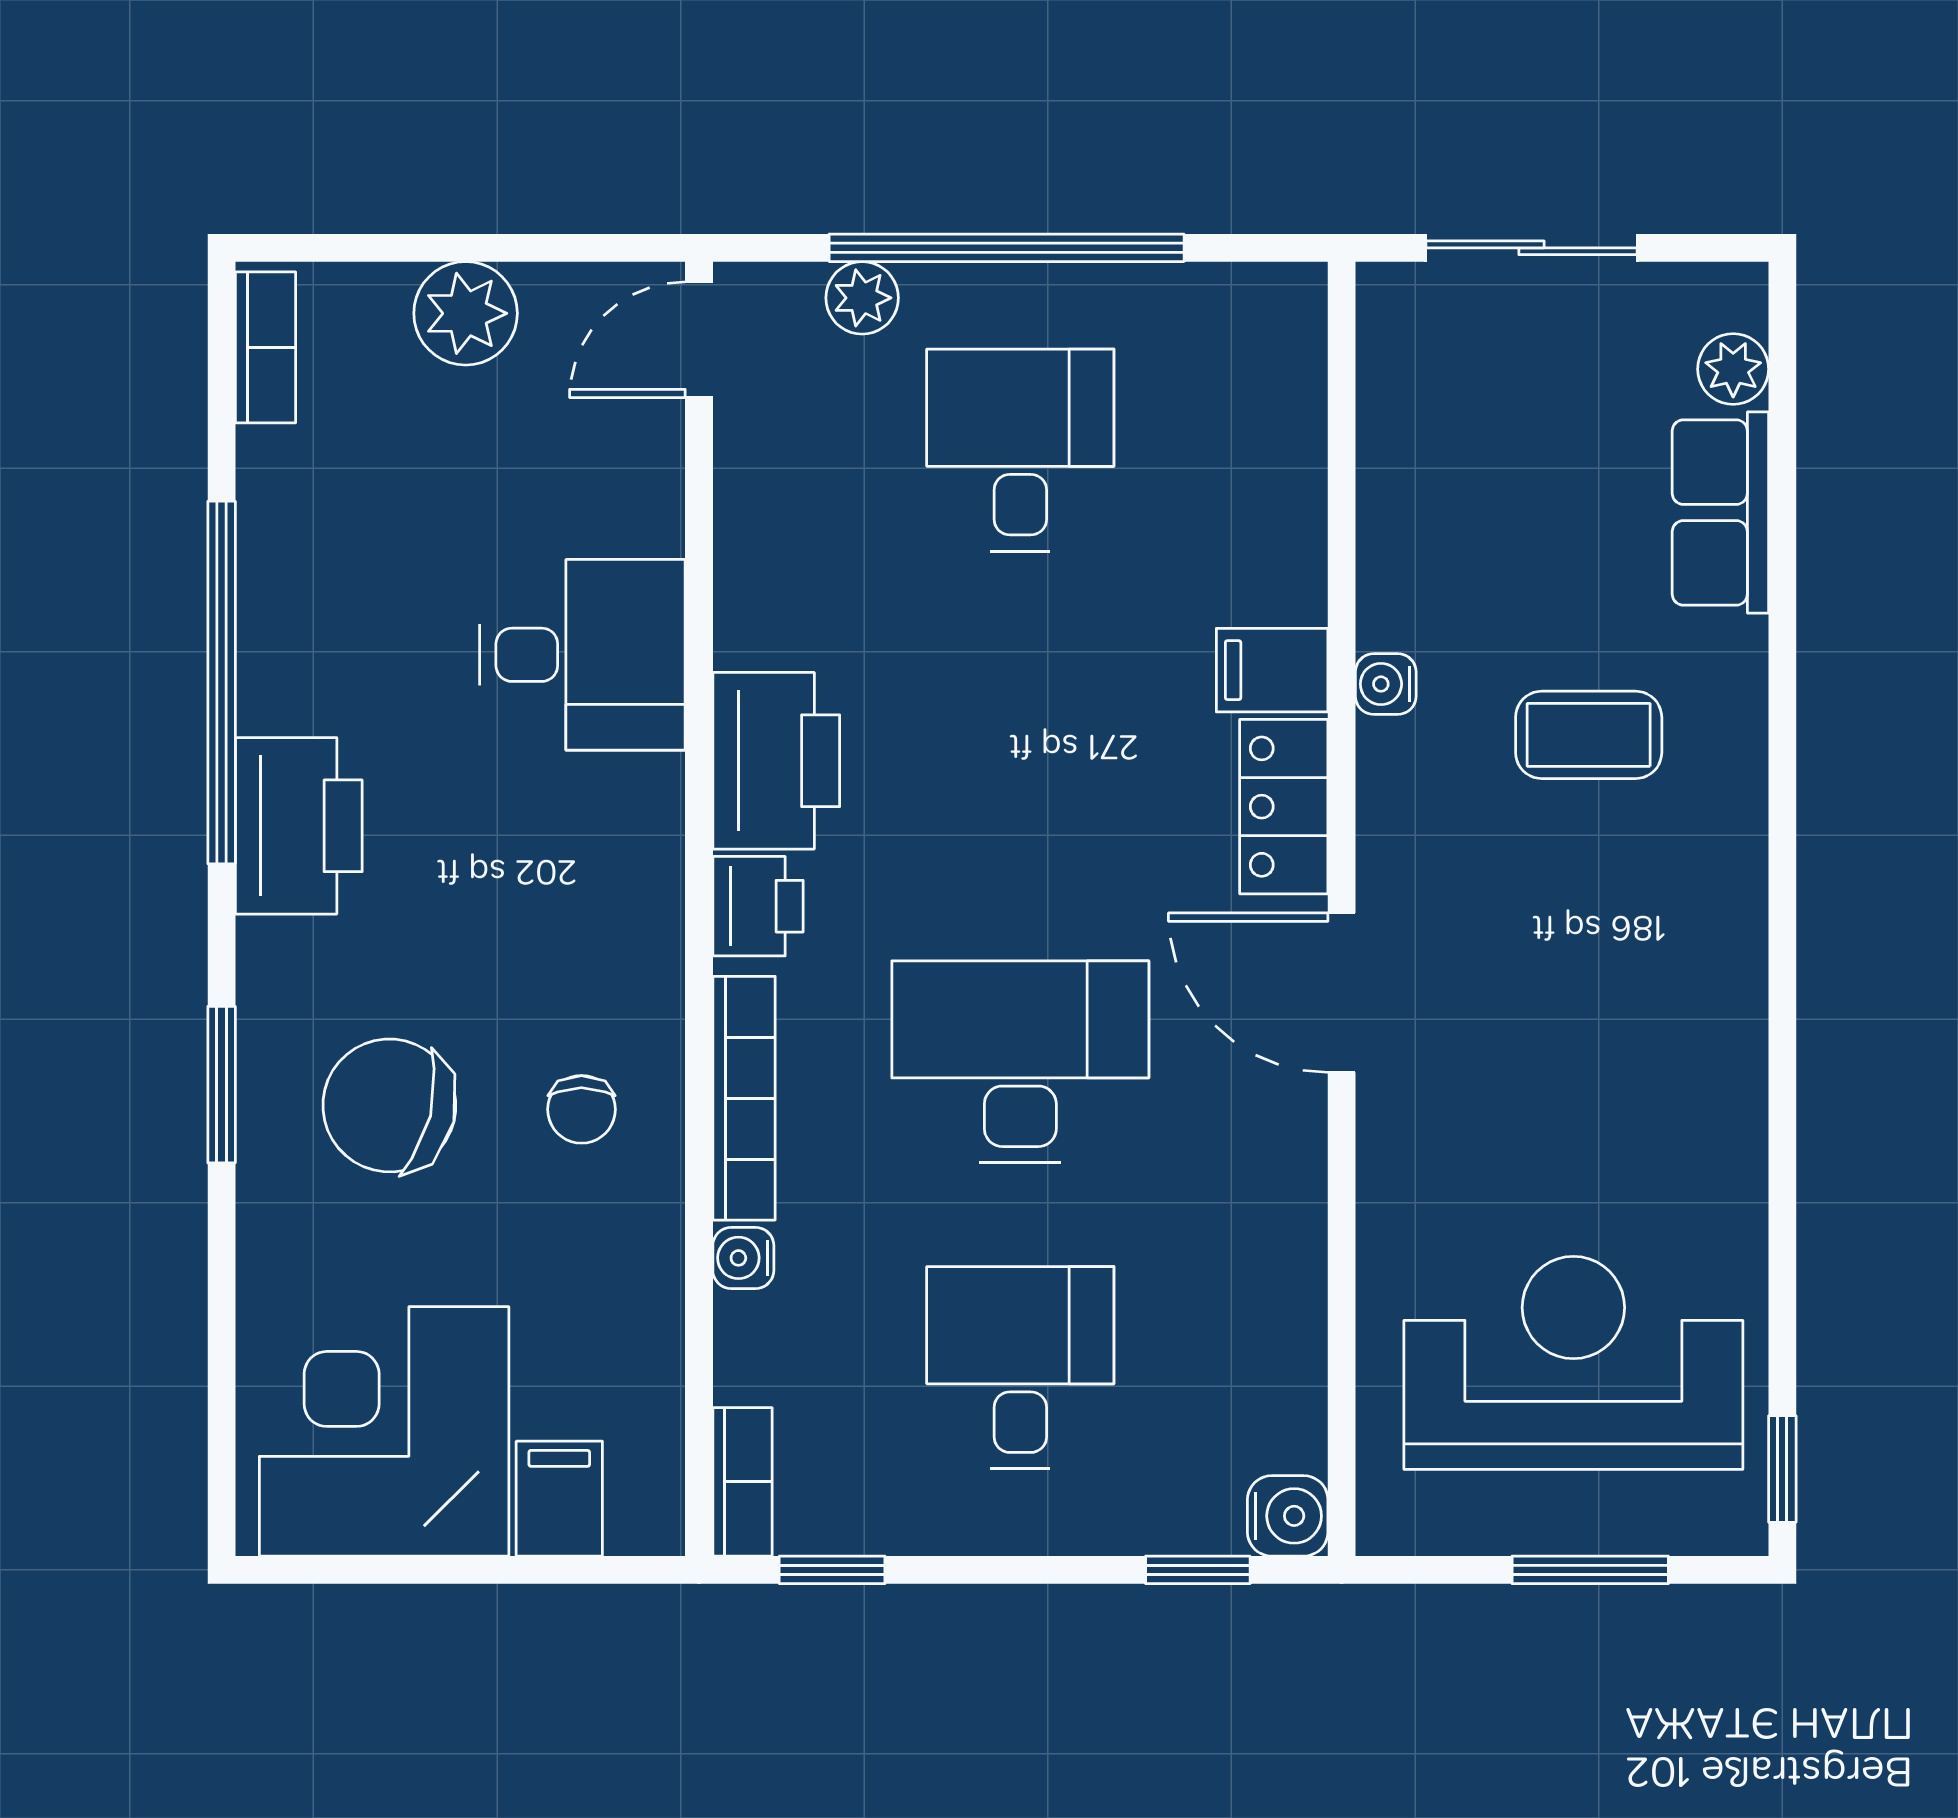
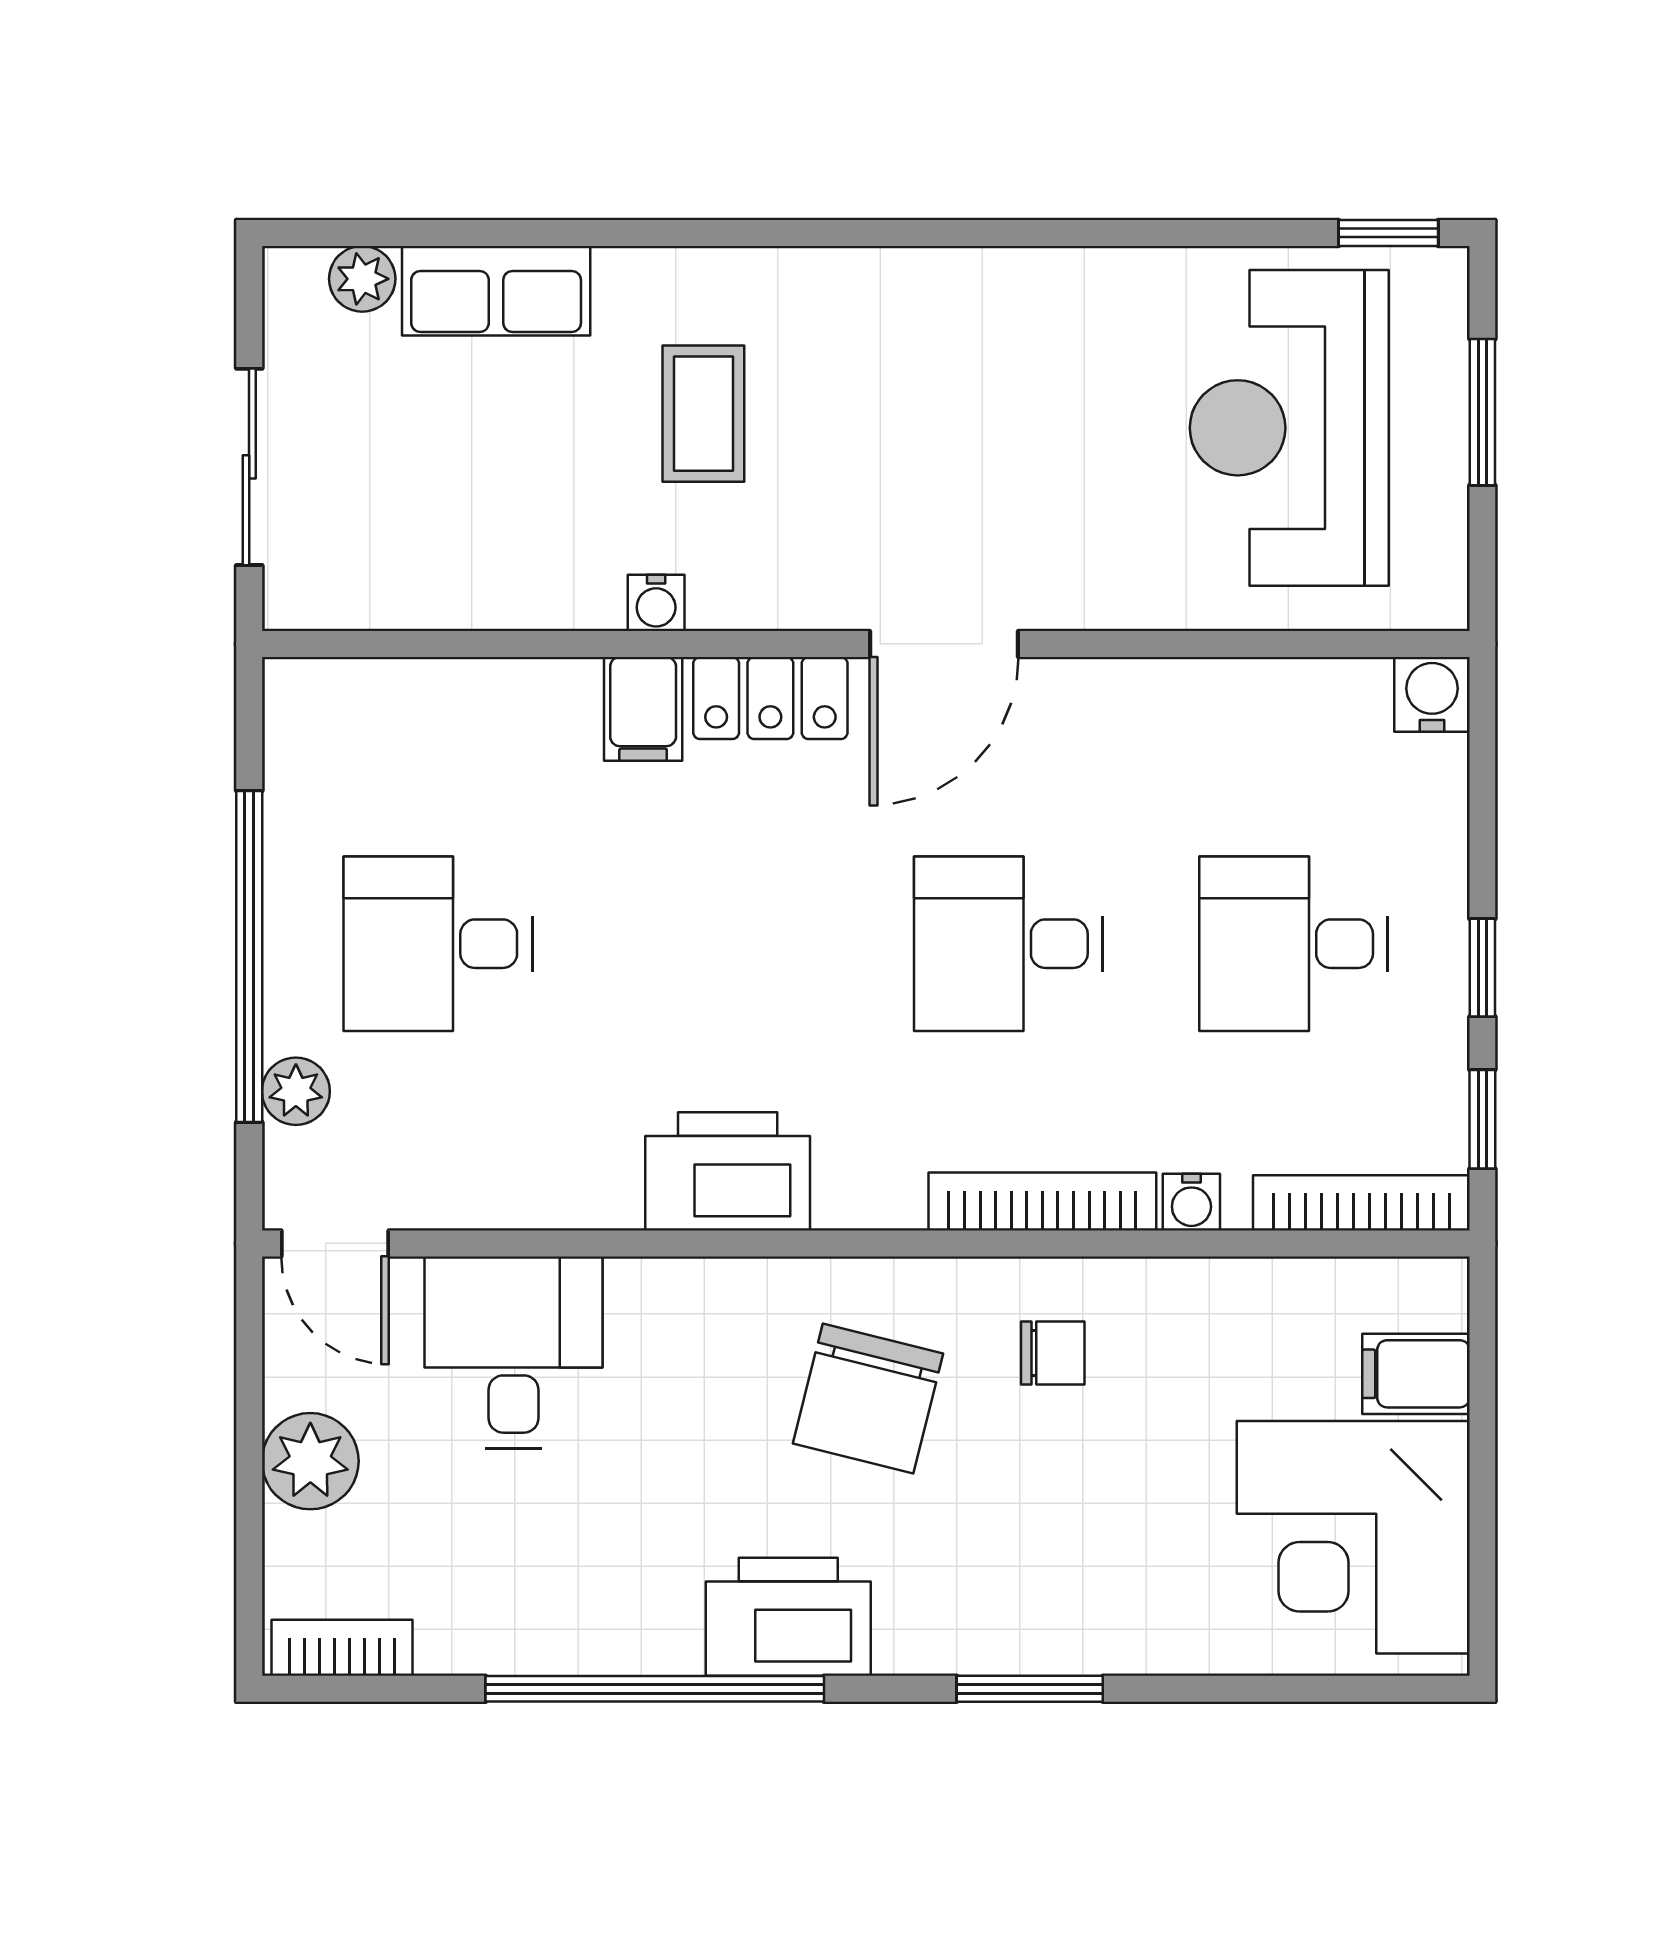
desk: (582, 655) -> (514, 1352), moved
printer: (758, 906) -> (863, 1188), removed
desk: (1020, 1062) -> (1008, 944), width x0.73
chair: (389, 1105) -> (868, 1399), moved
bookcase: (742, 1482) -> (1361, 1203), width x1.56
window: (1198, 1570) -> (1482, 968), moved

